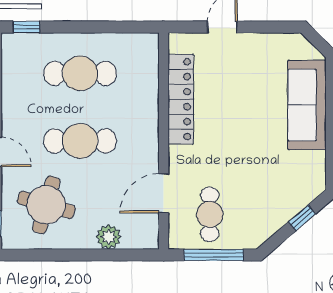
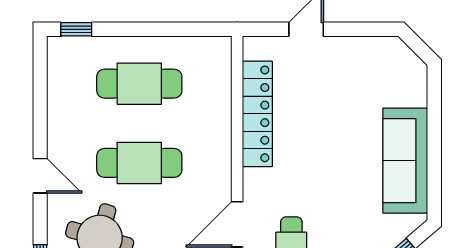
sofa: (307, 105) -> (405, 161), moved

